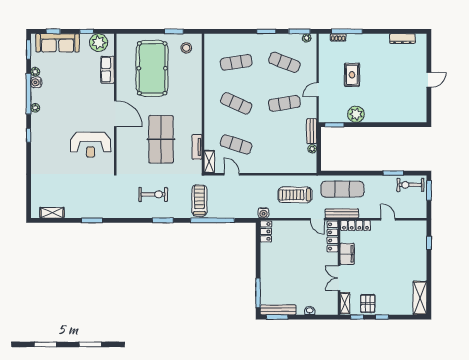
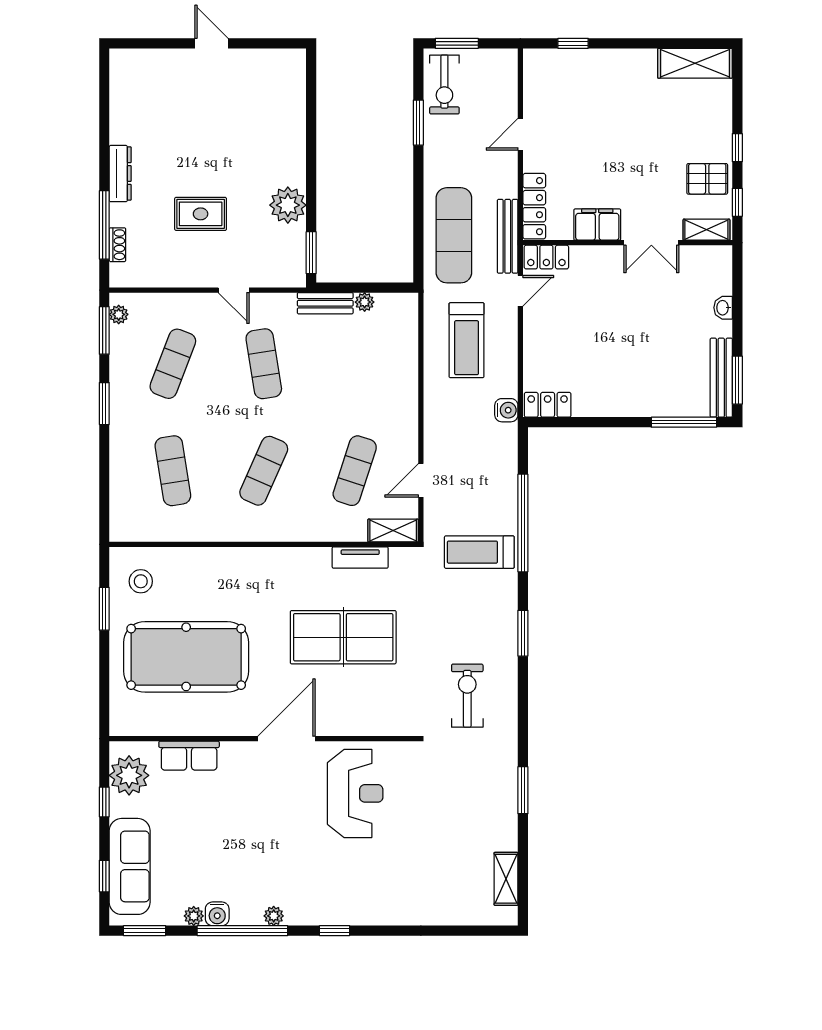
dresser: (402, 39) -> (120, 174), moved
exercise bike: (153, 194) -> (467, 696), moved
locker: (333, 236) -> (546, 257), width x0.66

